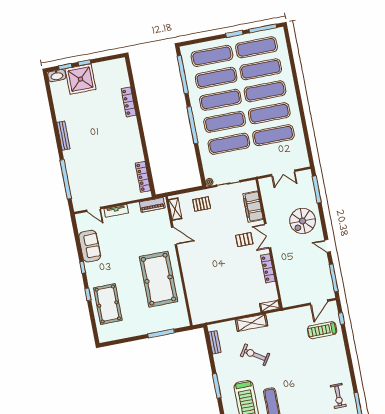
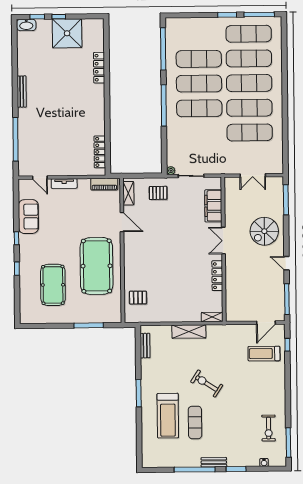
exercise mat: (212, 56) -> (199, 34), removed
shower: (81, 79) -> (67, 33), moved
exercise mat: (229, 144) -> (200, 133), removed
pallet: (244, 240) -> (138, 298), moved
pool table: (108, 304) -> (53, 285), moved
exercise bike: (255, 355) -> (207, 383), moved

